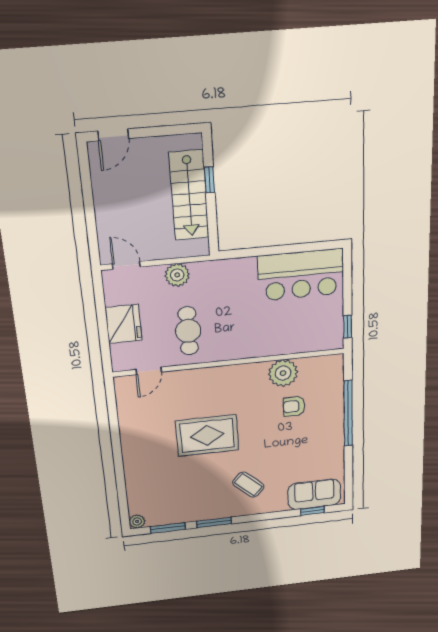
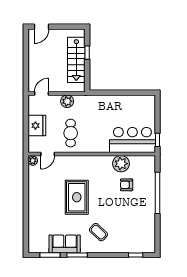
door: (126, 265) -> (41, 94), hinge flipped
bar counter: (301, 275) -> (132, 140), moved, turned 180
rug: (207, 435) -> (77, 197), turned 90
sofa: (314, 494) -> (65, 244), moved
plant: (137, 521) -> (33, 161), moved

